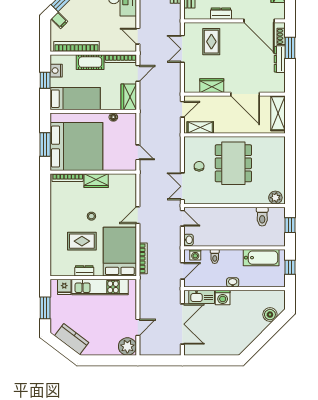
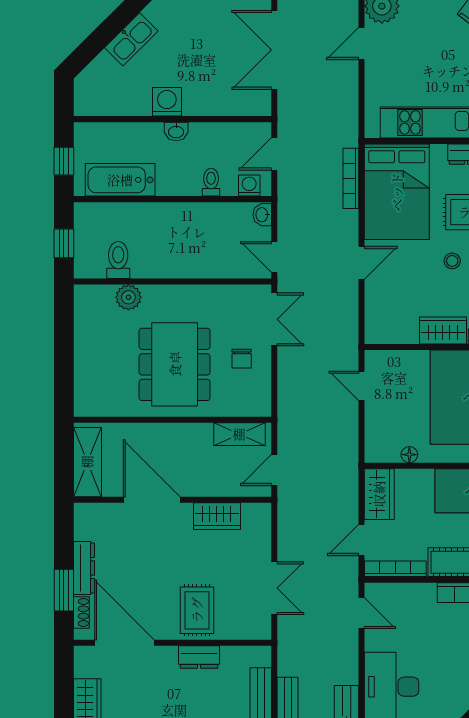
rug: (211, 42) -> (197, 610), moved
plant: (275, 198) -> (128, 297), moved
kitchen sink: (202, 297) -> (131, 39), moved, turned 135
washing machine: (223, 298) -> (167, 102), moved
boiler: (270, 315) -> (103, 68), removed

